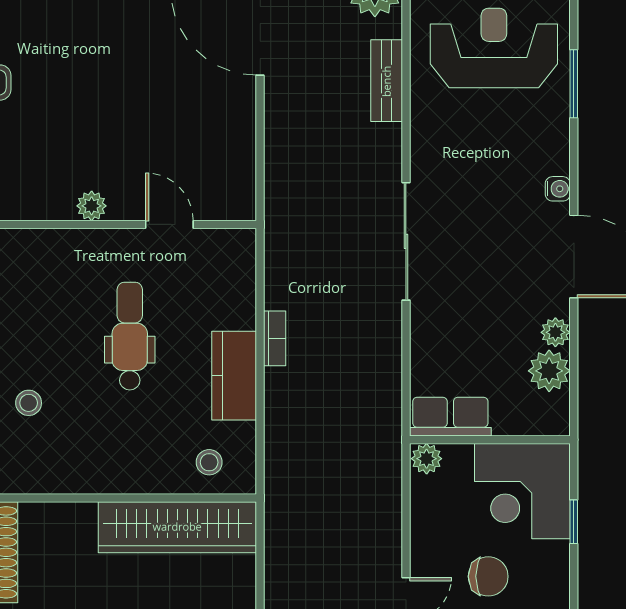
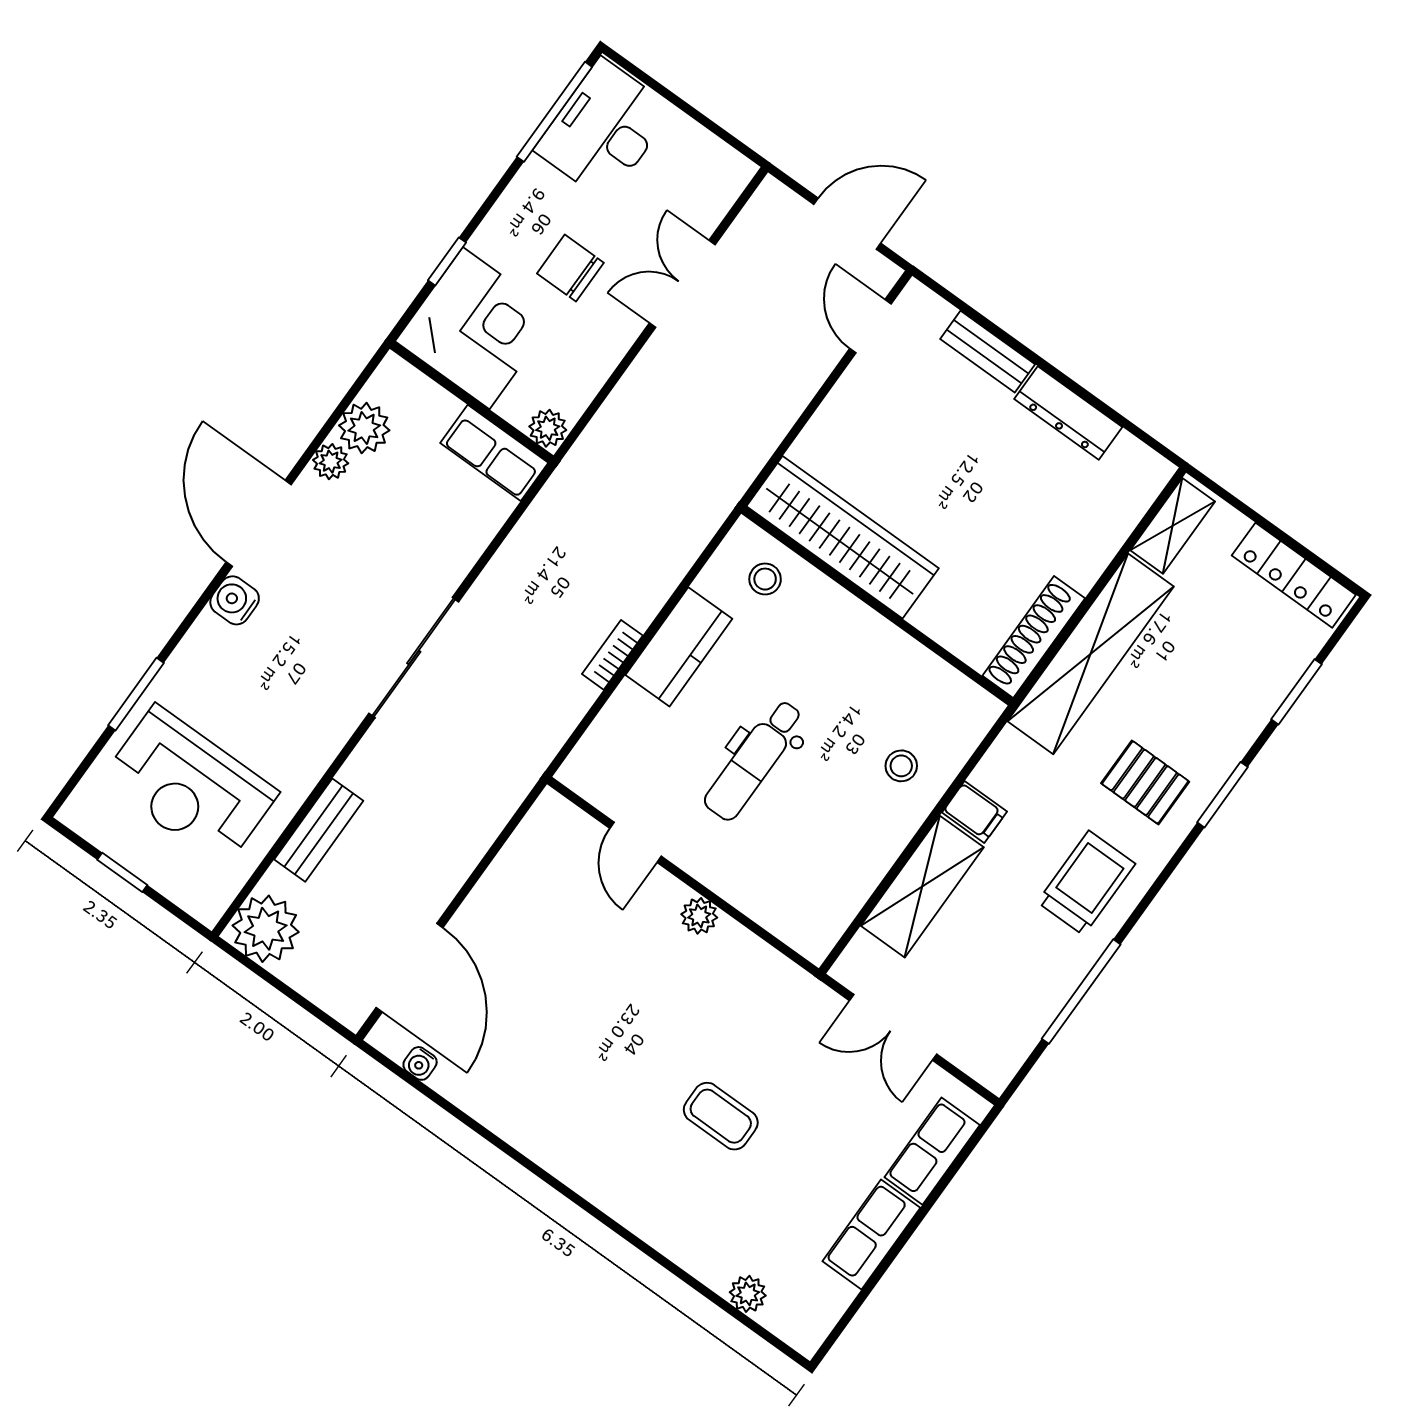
water cooler: (558, 189) -> (235, 600), width x1.38, depth x1.38

